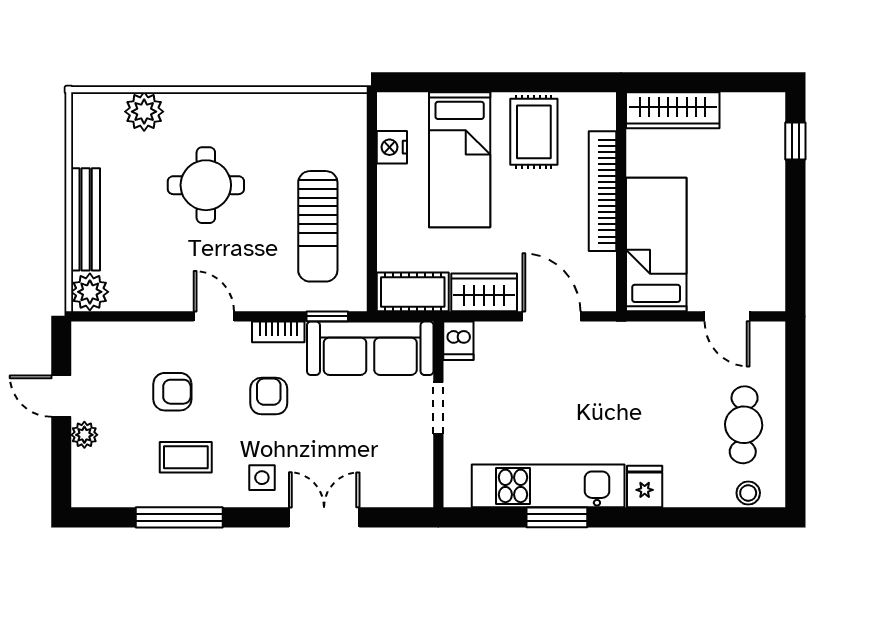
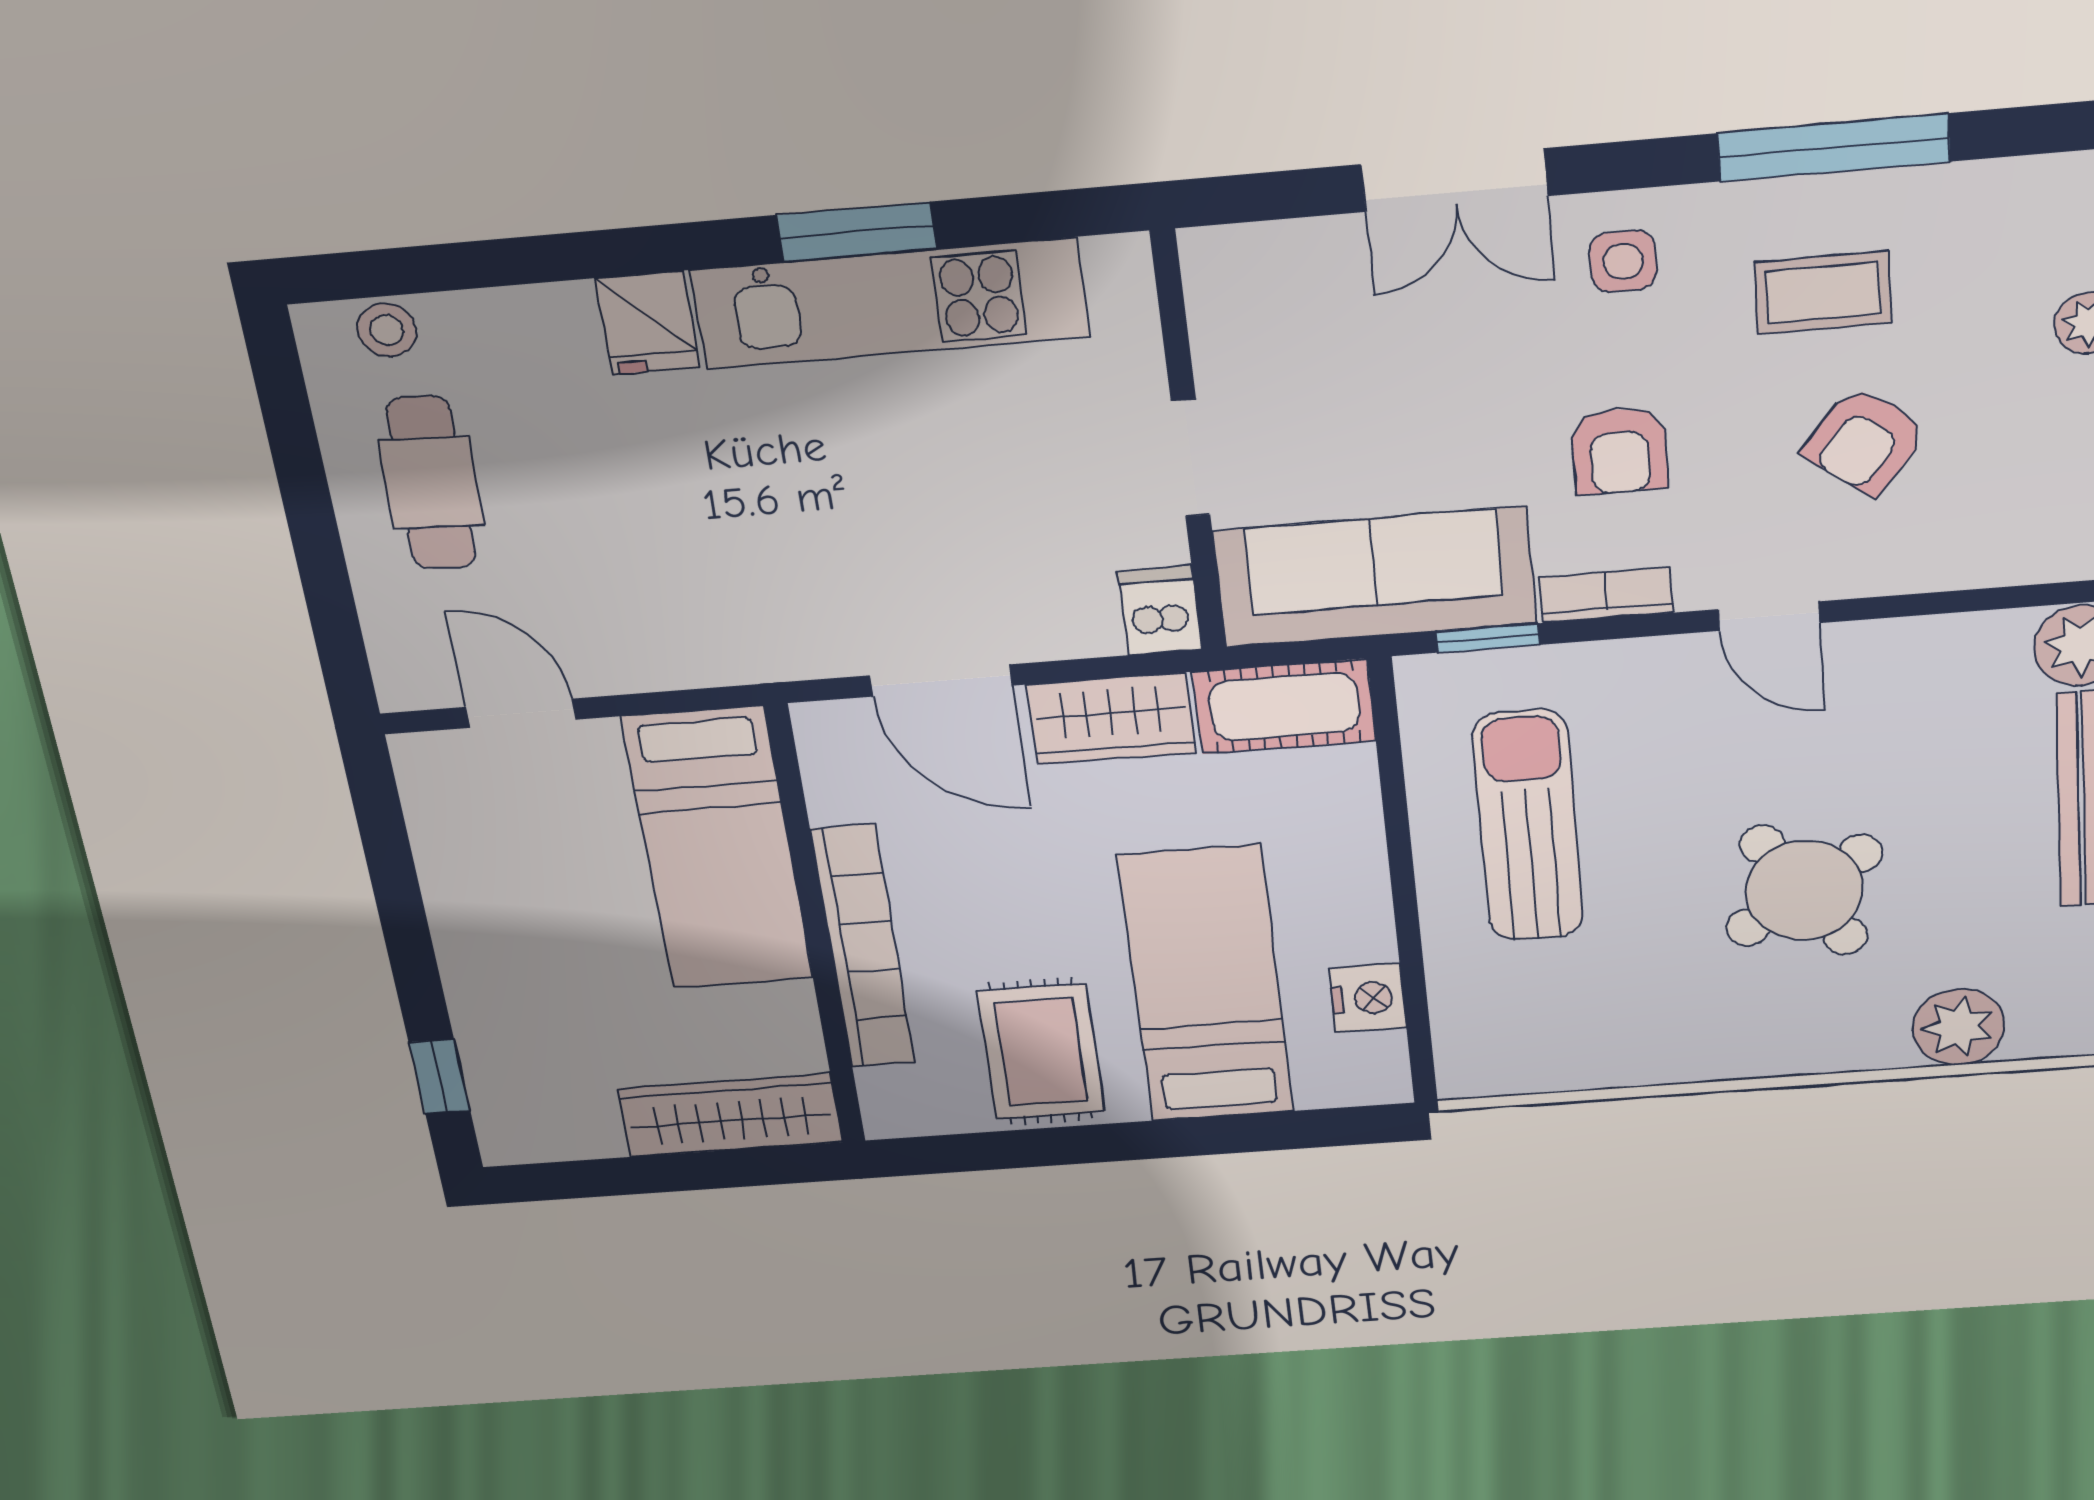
round table: (206, 185) -> (1804, 890), turned -34
armchair: (172, 392) -> (1865, 441), turned -52

